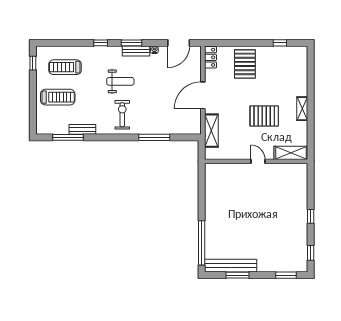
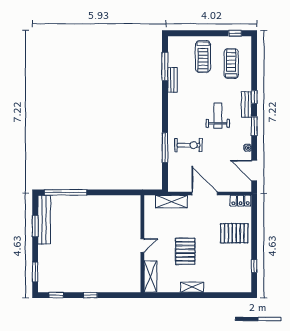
bench: (136, 51) -> (246, 104), moved
weight bench: (120, 81) -> (218, 116), turned 180
exercise bike: (122, 115) -> (189, 145), moved

